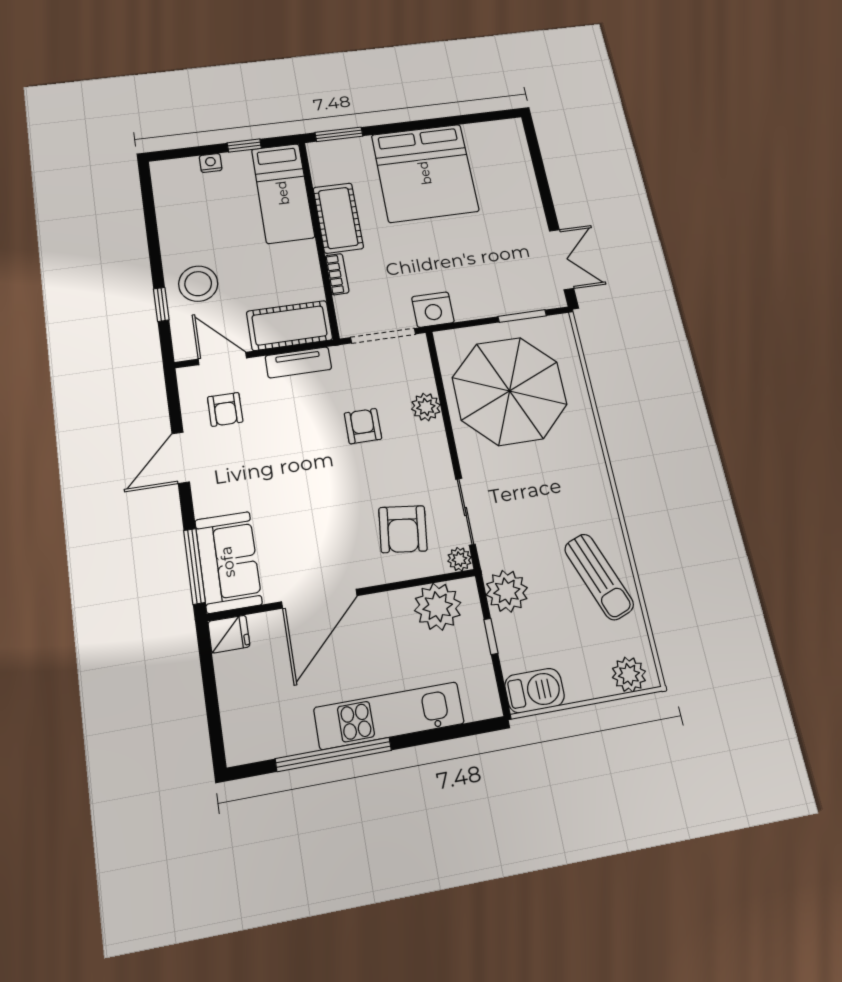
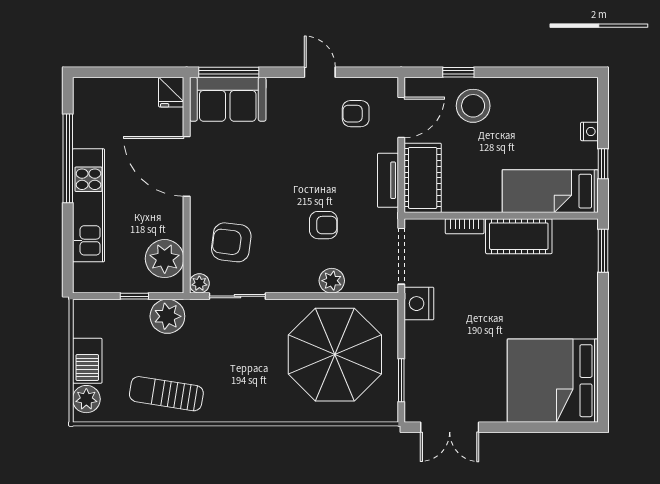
bed: (425, 173) -> (553, 381), moved
door: (181, 458) -> (320, 72), width x0.73
sun lounger: (599, 577) -> (166, 394), turned 30
barbecue: (535, 691) -> (87, 361), moved

